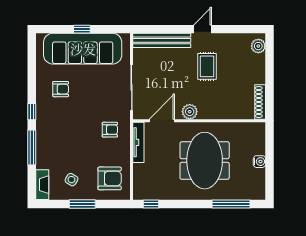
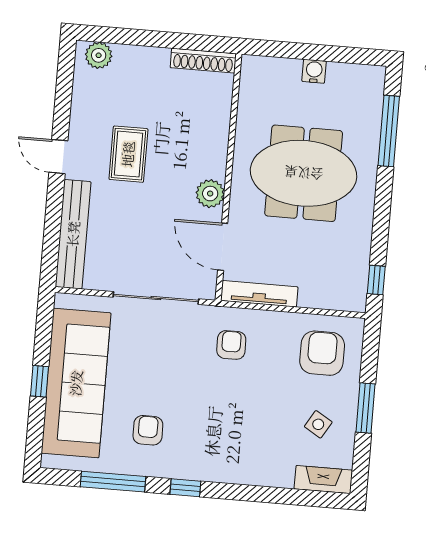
rug: (207, 66) -> (128, 154), turned 90
window: (32, 147) -> (113, 482), moved

